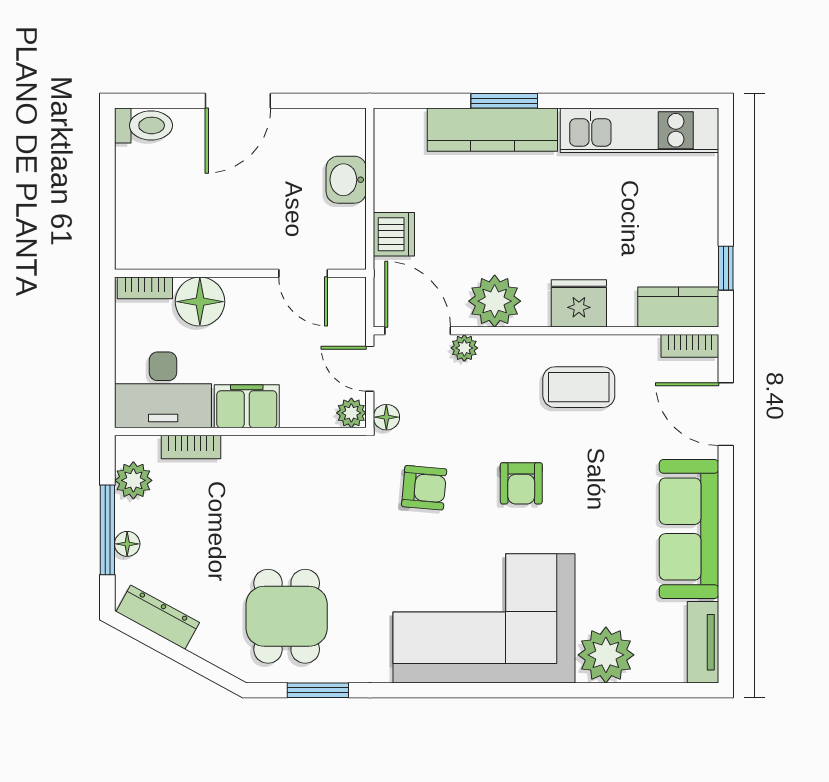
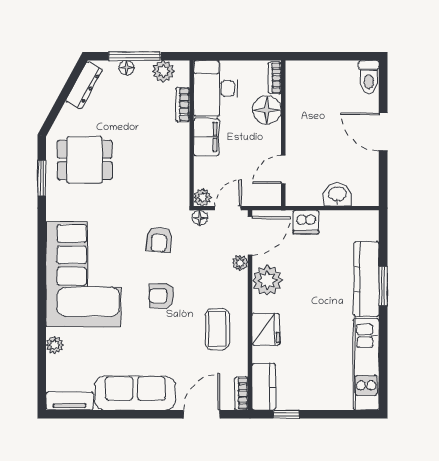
plant: (606, 655) -> (55, 345), width x0.53, depth x0.53

